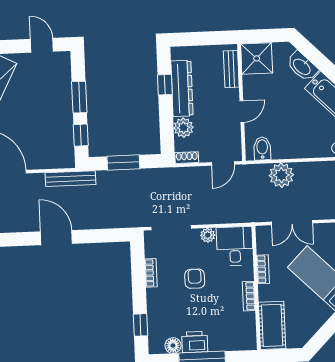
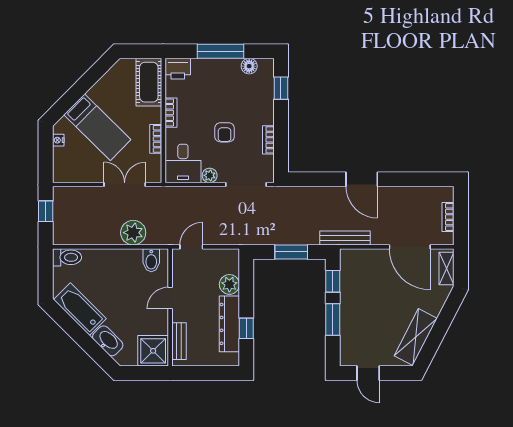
shoe rack: (187, 158) -> (227, 254), removed
printer: (195, 342) -> (178, 69), moved

